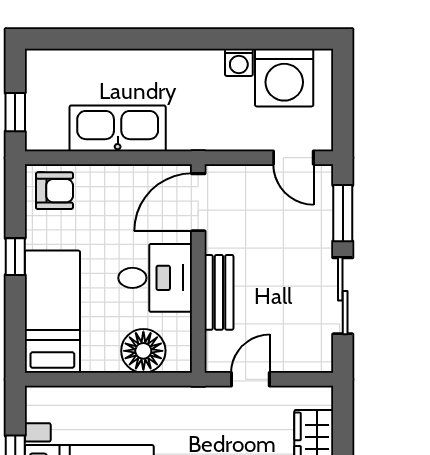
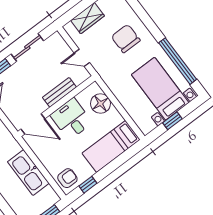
armchair: (54, 191) -> (67, 178), turned 90
window: (15, 257) -> (88, 185), moved

